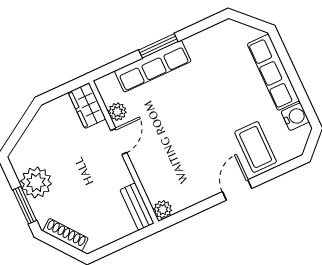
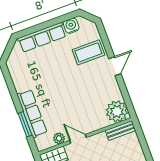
window: (158, 46) -> (25, 124), moved
door: (237, 190) -> (115, 66), swing flipped
plant: (163, 209) -> (117, 111), width x1.88, depth x1.88

